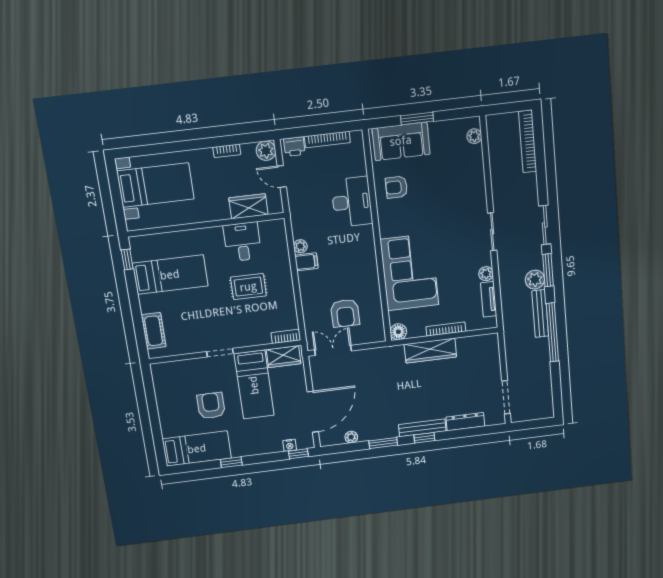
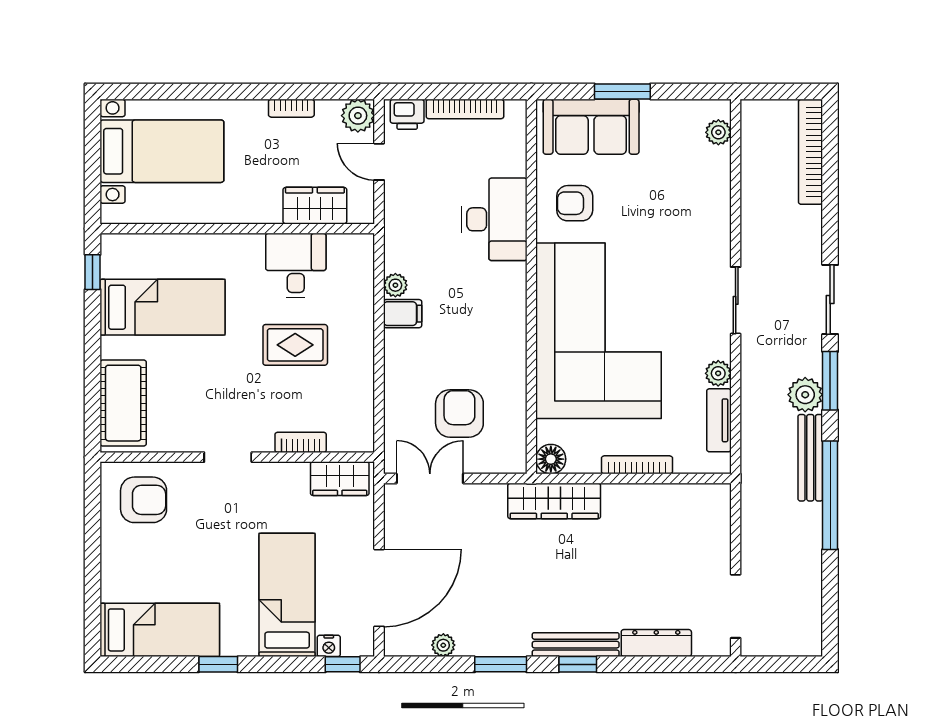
corner sofa: (409, 272) -> (599, 331), width x1.36, depth x1.36
armchair: (345, 313) -> (459, 413), turned 180
cot: (154, 331) -> (123, 403), width x1.37, depth x1.34
bookcase: (286, 336) -> (301, 442), moved
wardrobe: (430, 351) -> (554, 501), moved
bed: (254, 385) -> (287, 595), moved, turned 180
armchair: (211, 406) -> (144, 500), moved, turned 90

